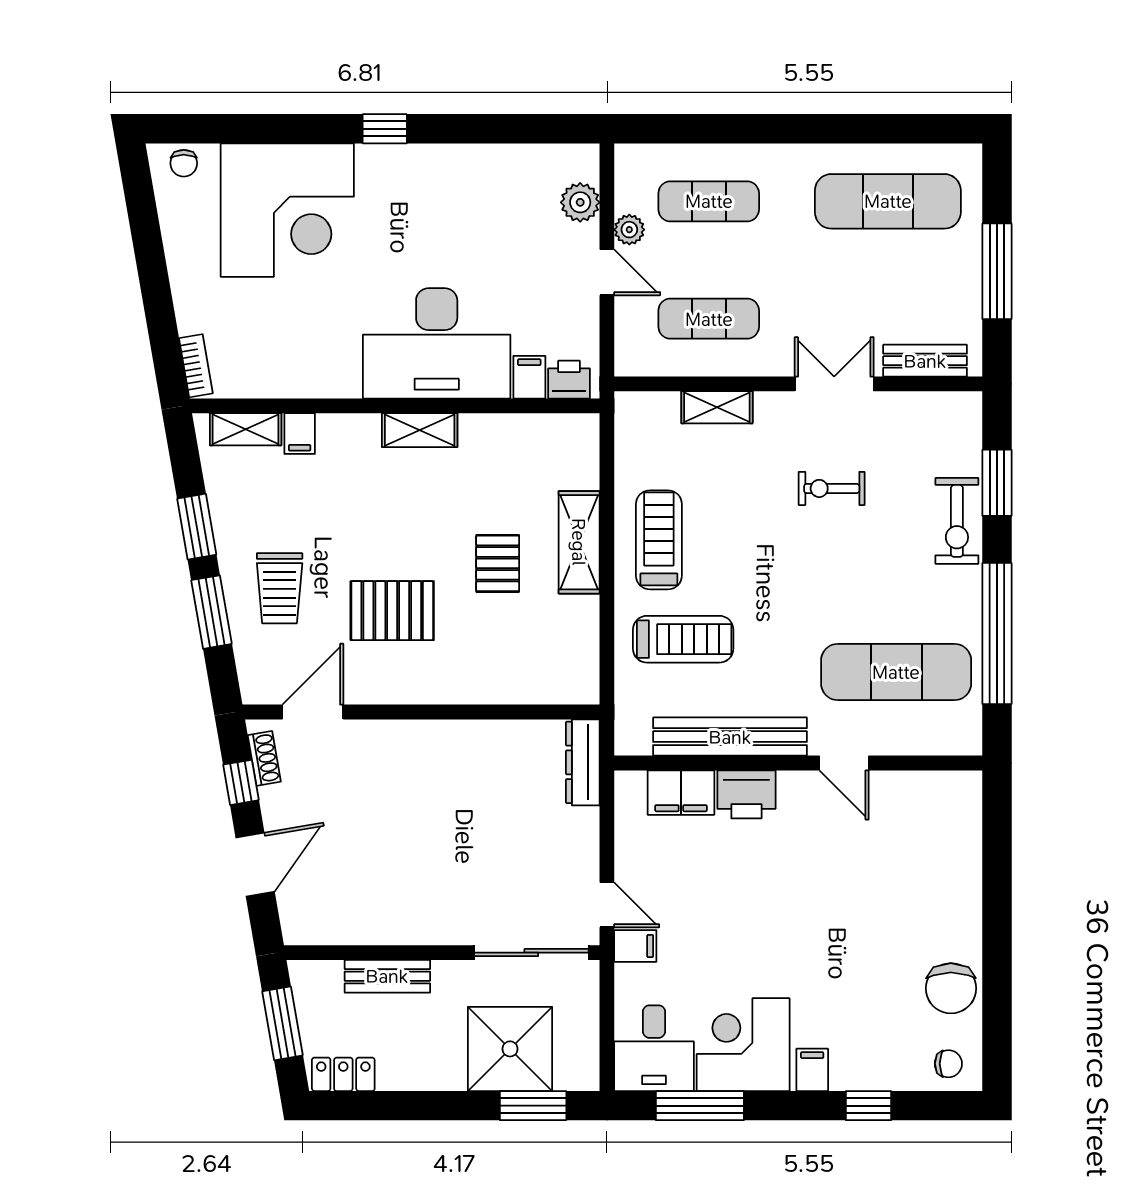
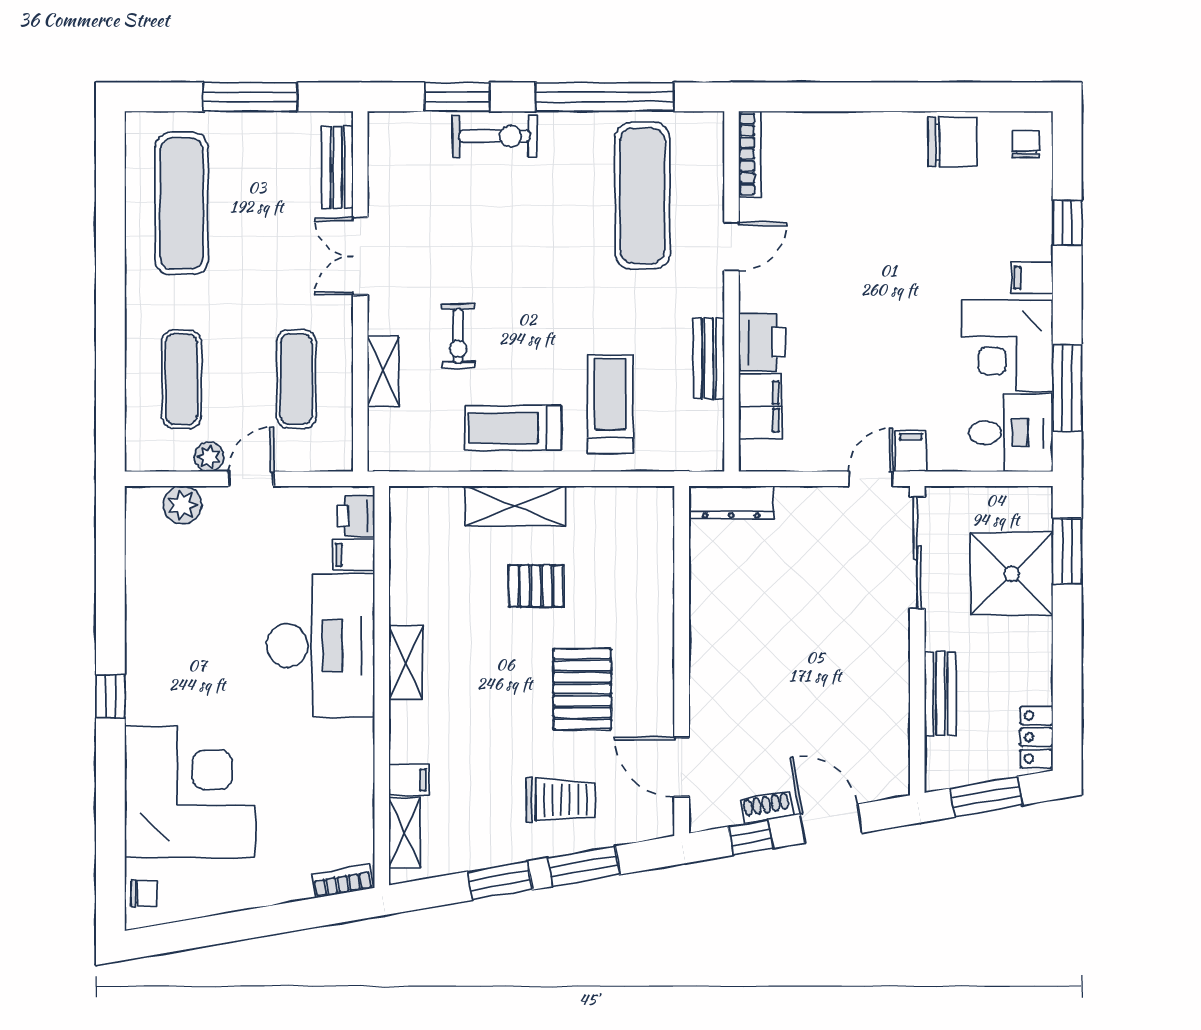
exercise bike: (832, 488) -> (458, 336), moved
bench: (730, 737) -> (709, 358), width x0.54, depth x0.82
shoe rack: (264, 758) -> (767, 808), moved
bookcase: (938, 782) -> (750, 154), added

